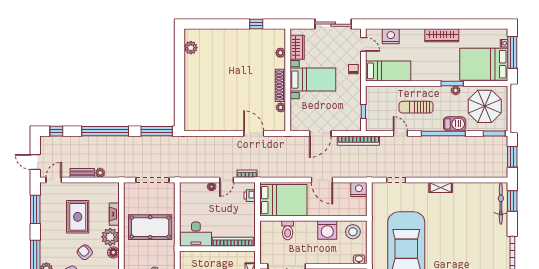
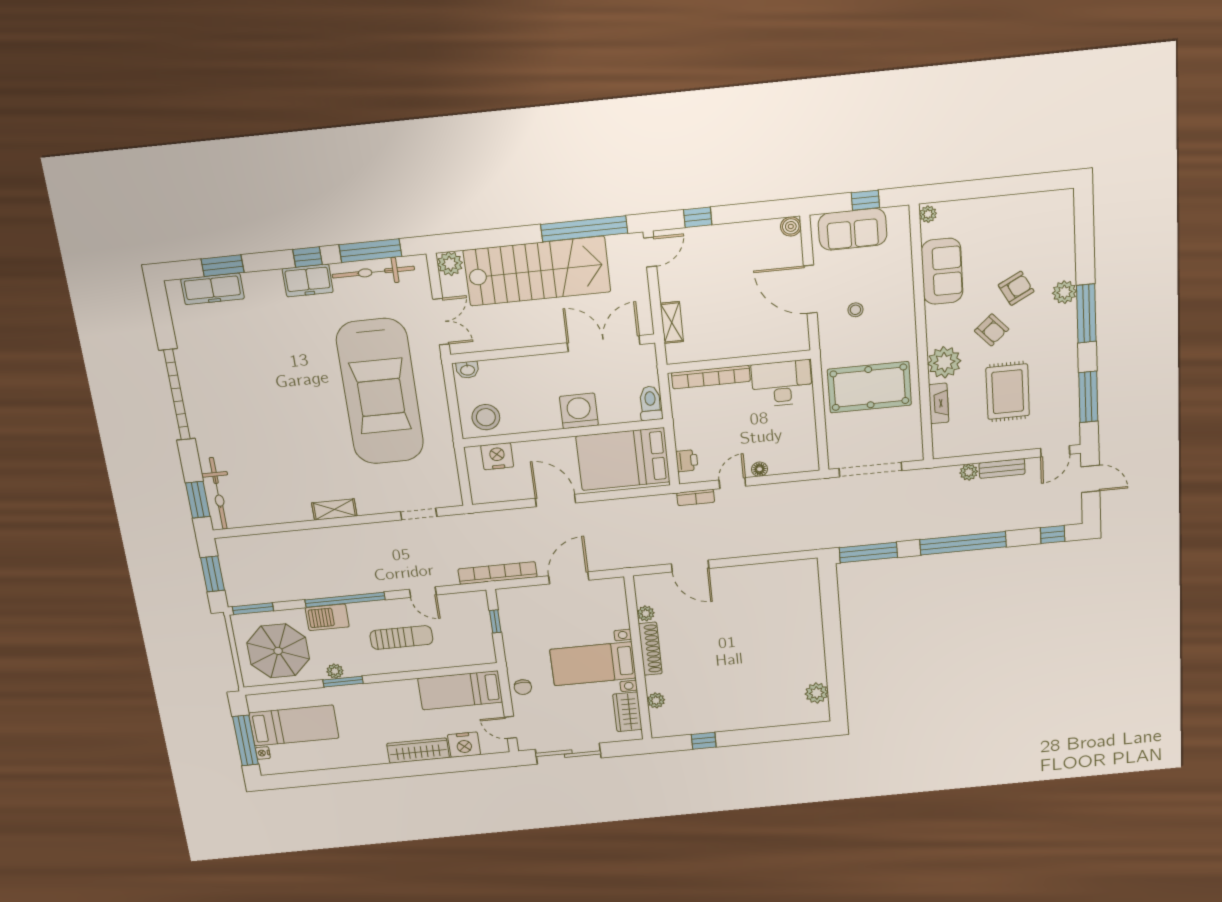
wardrobe: (442, 35) -> (418, 751), moved
bed: (484, 64) -> (294, 725), width x0.67
nightstand: (359, 189) -> (497, 456), moved, turned 180
toilet: (288, 230) -> (650, 403), moved
washing machine: (327, 230) -> (579, 411), moved
floor lamp: (113, 252) -> (937, 335), removed

